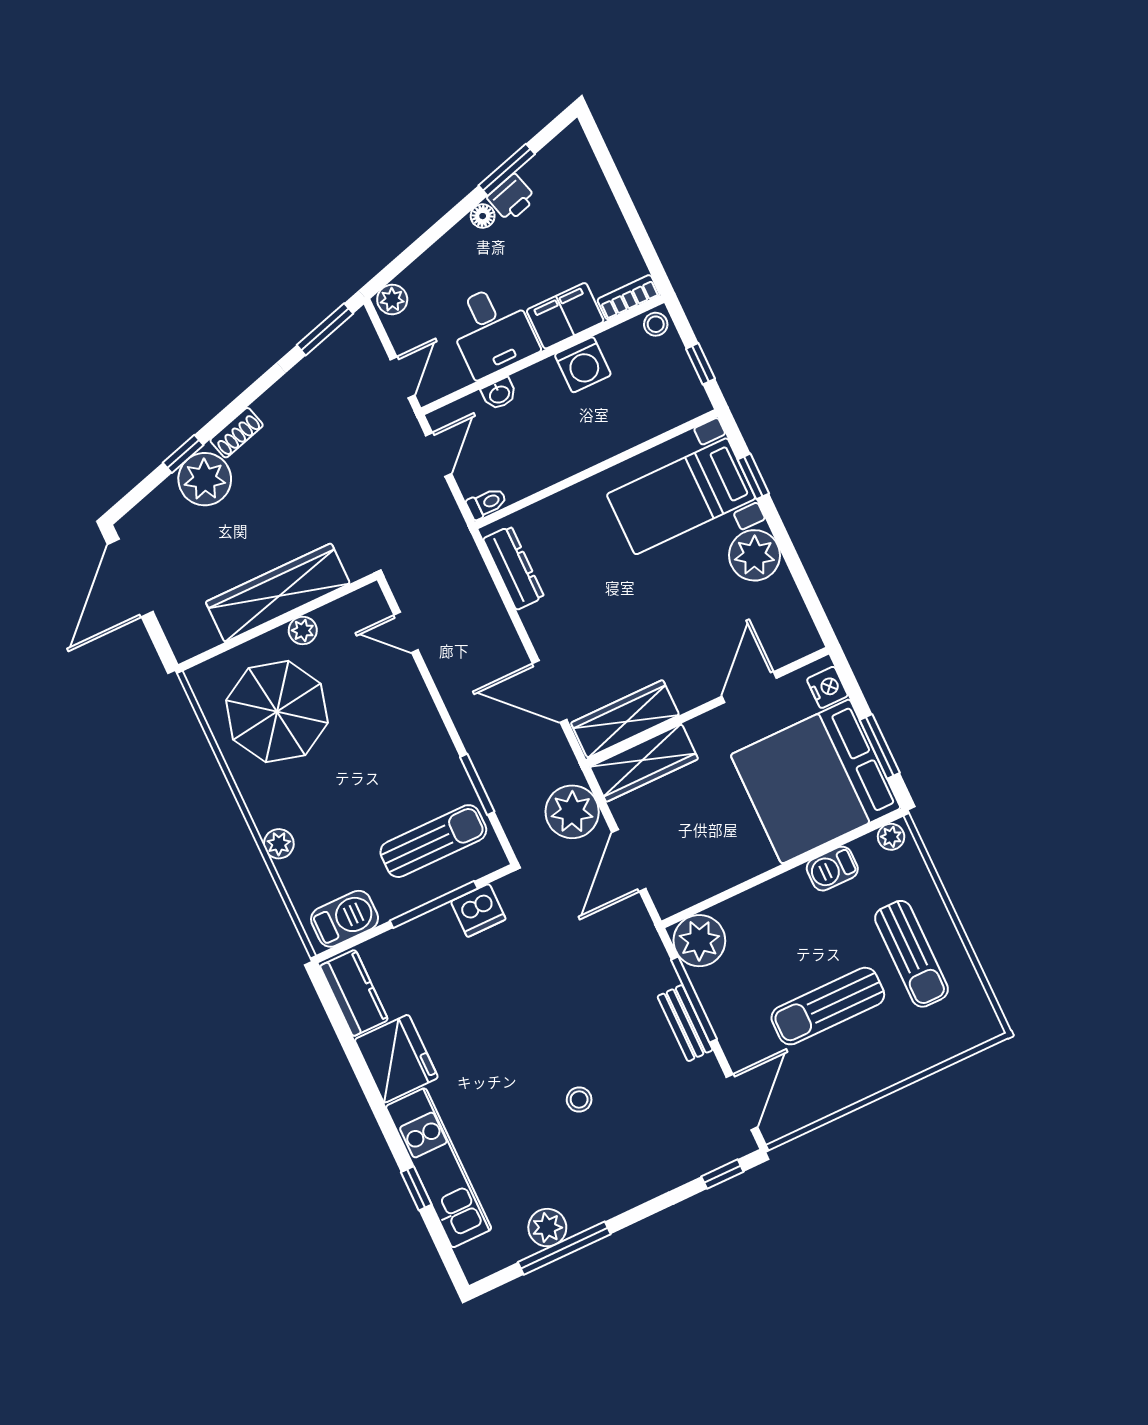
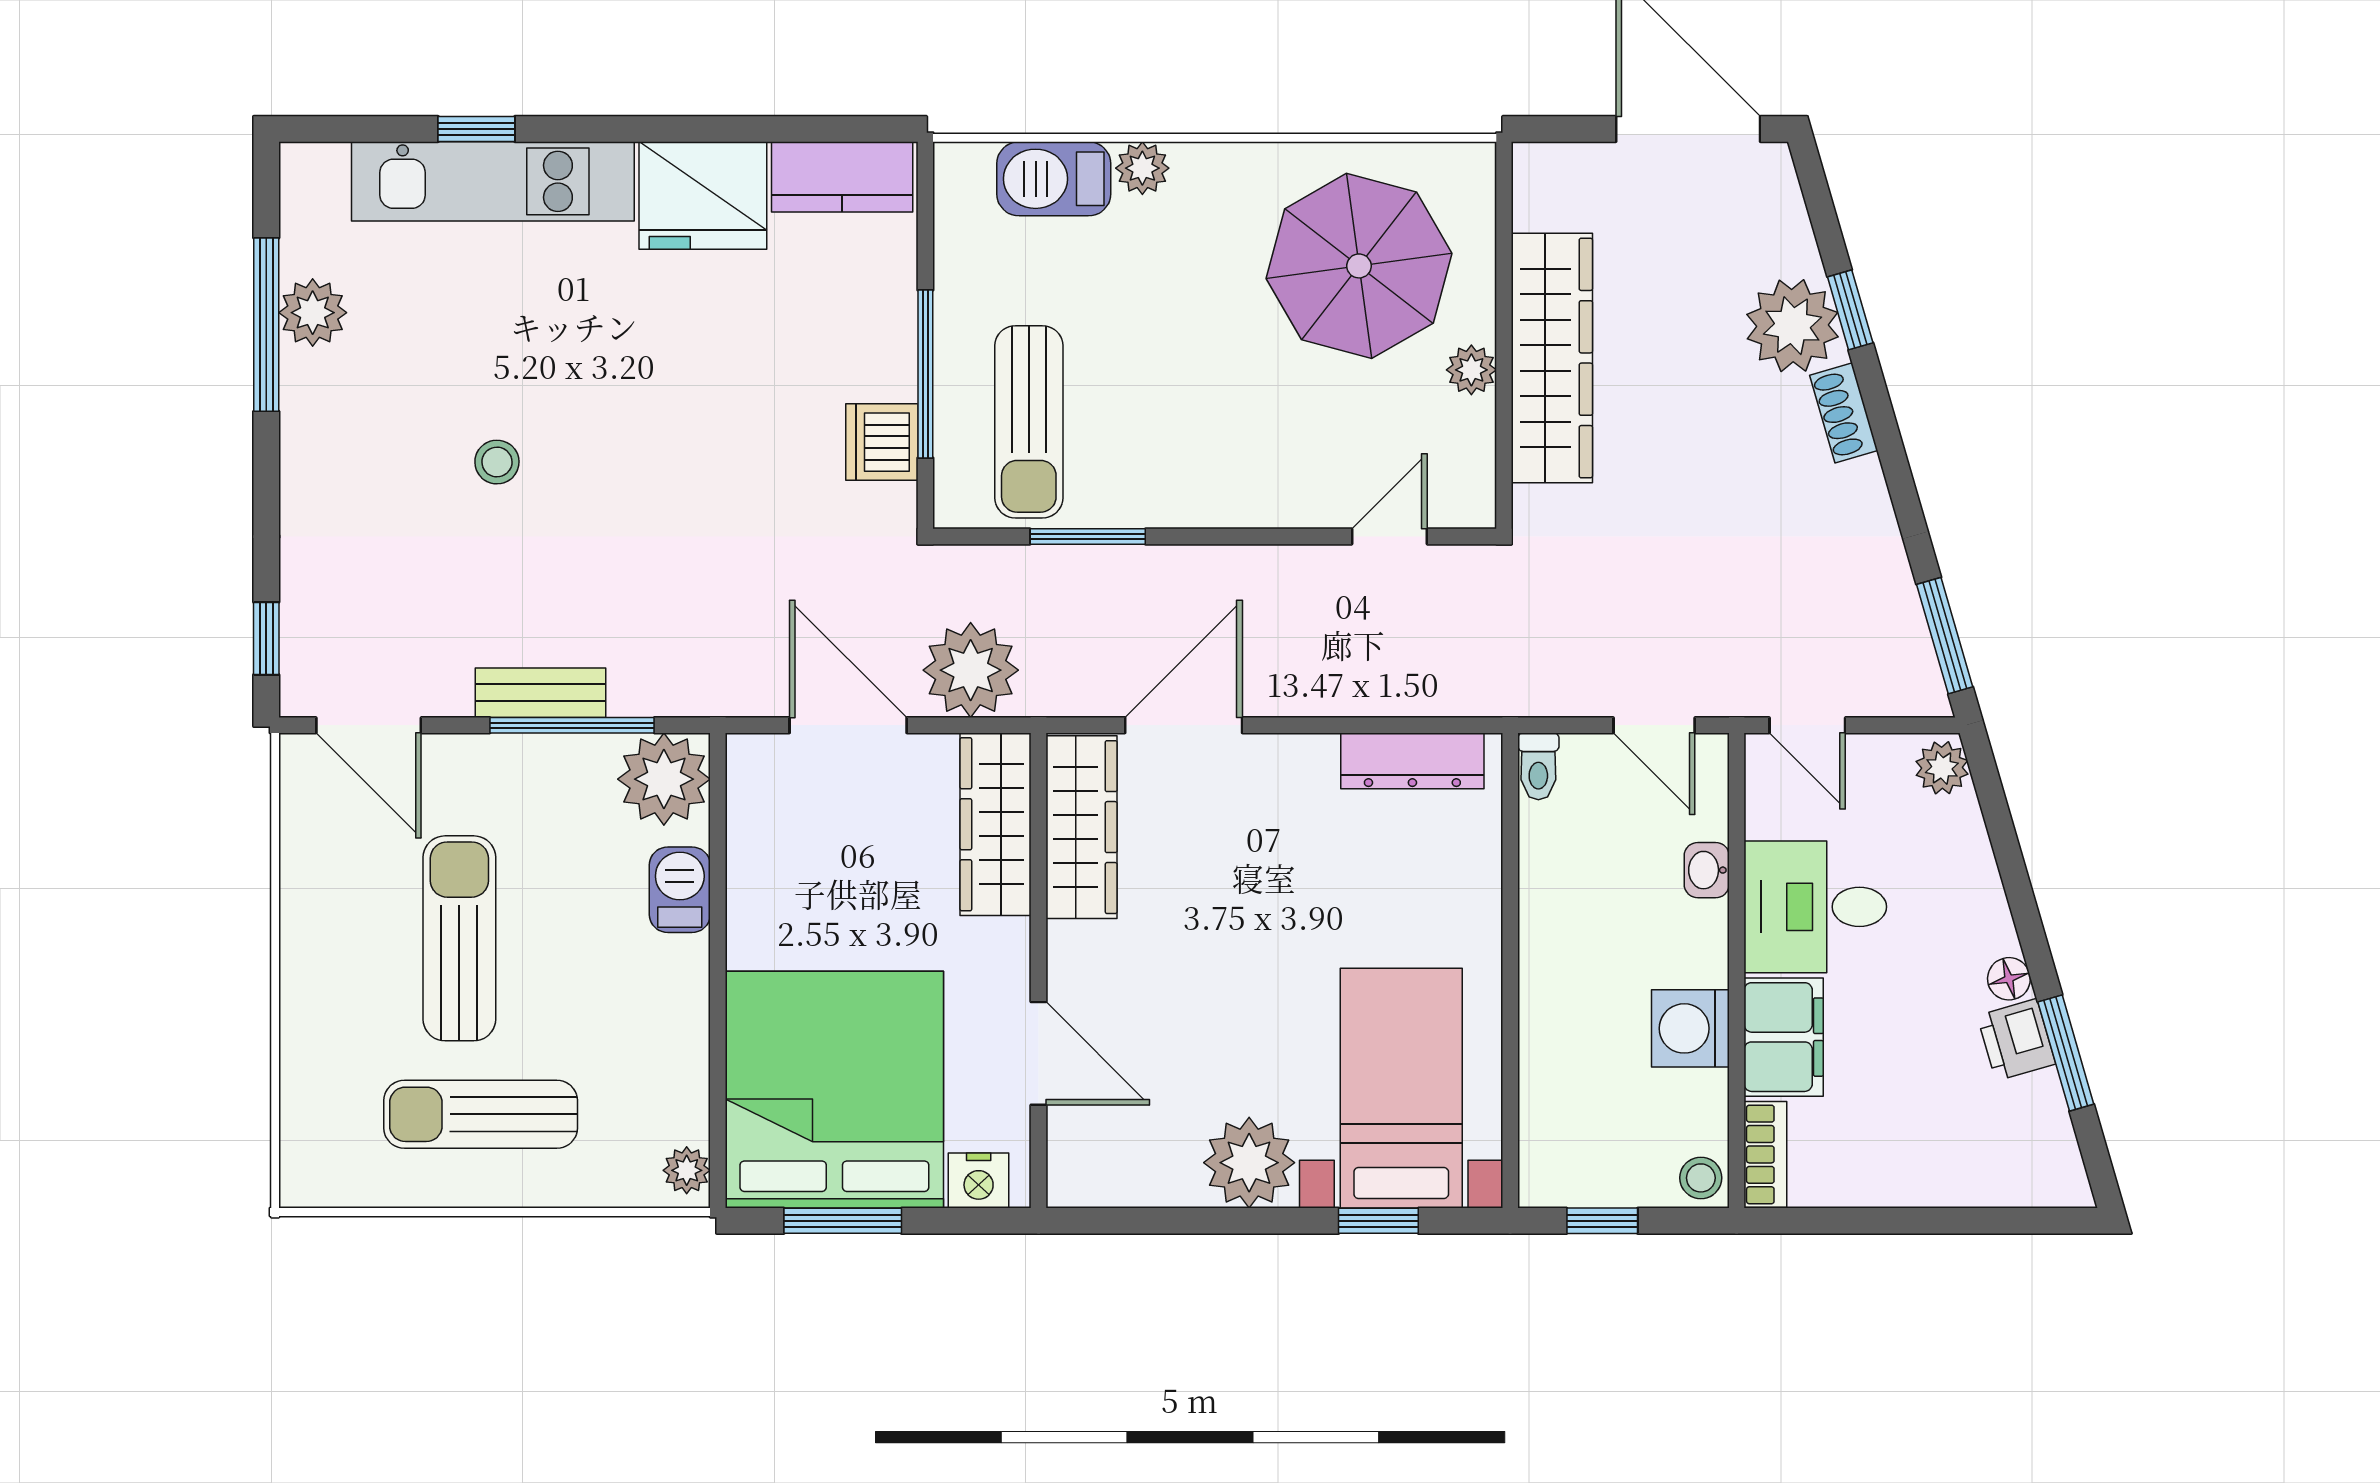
barbecue: (832, 869) -> (680, 890), moved
barbecue: (345, 919) -> (1054, 179), moved, turned 90

